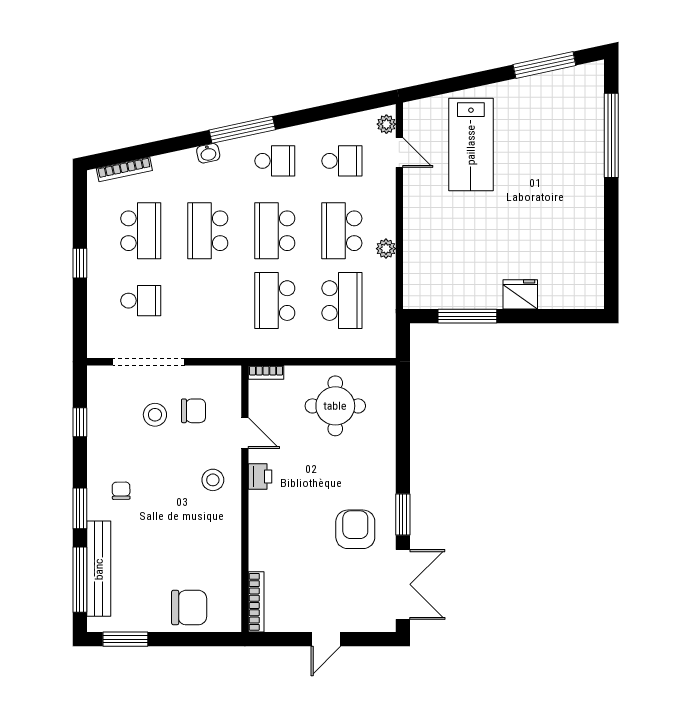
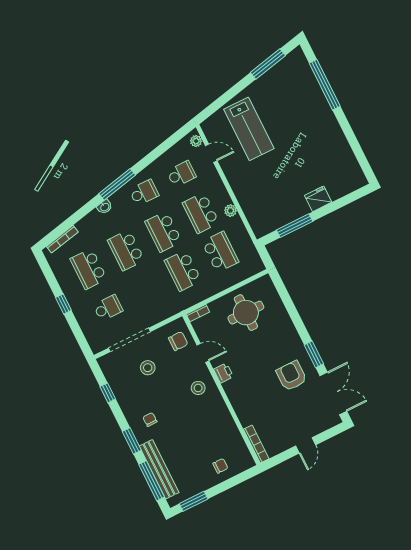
school desk: (141, 231) -> (89, 269), turned 180
chair: (194, 411) -> (178, 341), moved
chair: (189, 608) -> (220, 466), width x0.54, depth x0.54

